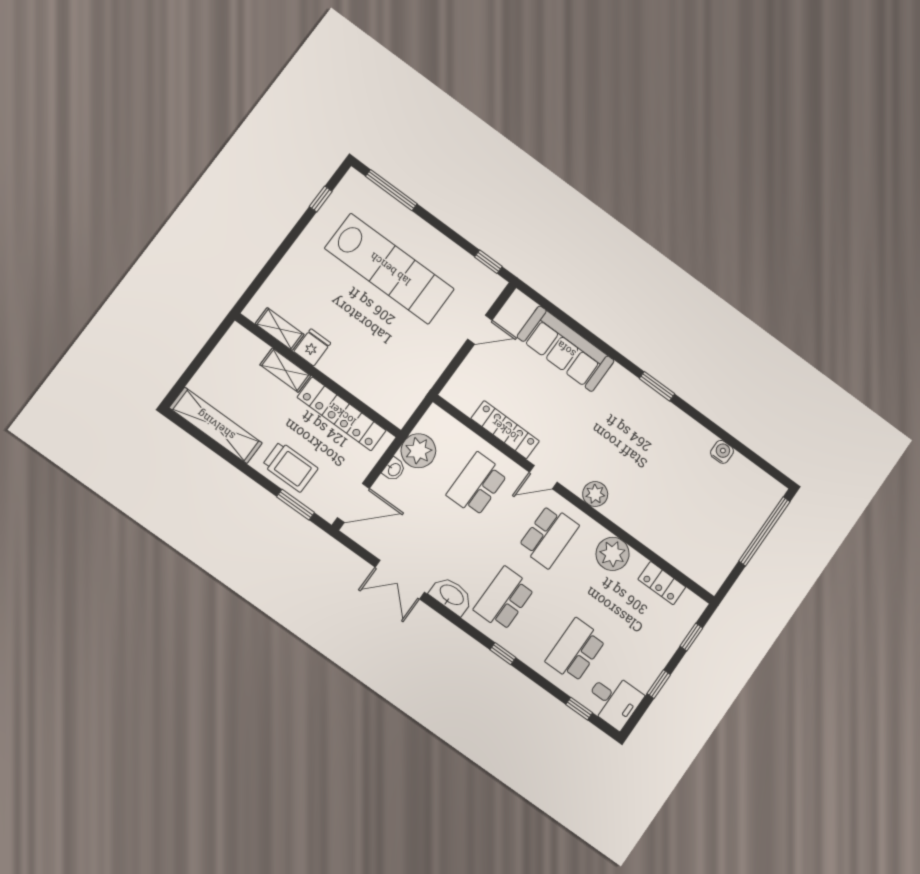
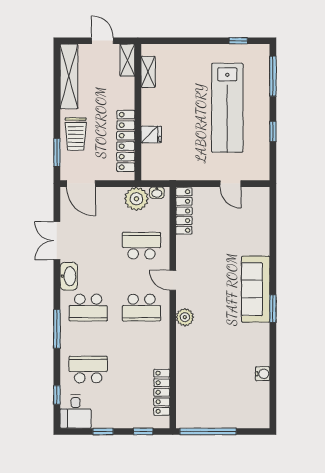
window: (488, 262) -> (273, 131), moved
fridge: (312, 347) -> (151, 134), moved
sofa: (566, 349) -> (256, 289), moved
door: (203, 355) -> (102, 41), added
shelving: (285, 370) -> (127, 60), moved
locker: (505, 430) -> (184, 211), moved
washbasin: (394, 469) -> (157, 193), moved
window: (764, 531) -> (208, 431), moved
plant: (613, 554) -> (158, 352), removed
locker: (662, 583) -> (162, 392), width x1.53
school desk: (504, 599) -> (88, 308), turned 180
window: (503, 654) -> (57, 329), width x2.17

